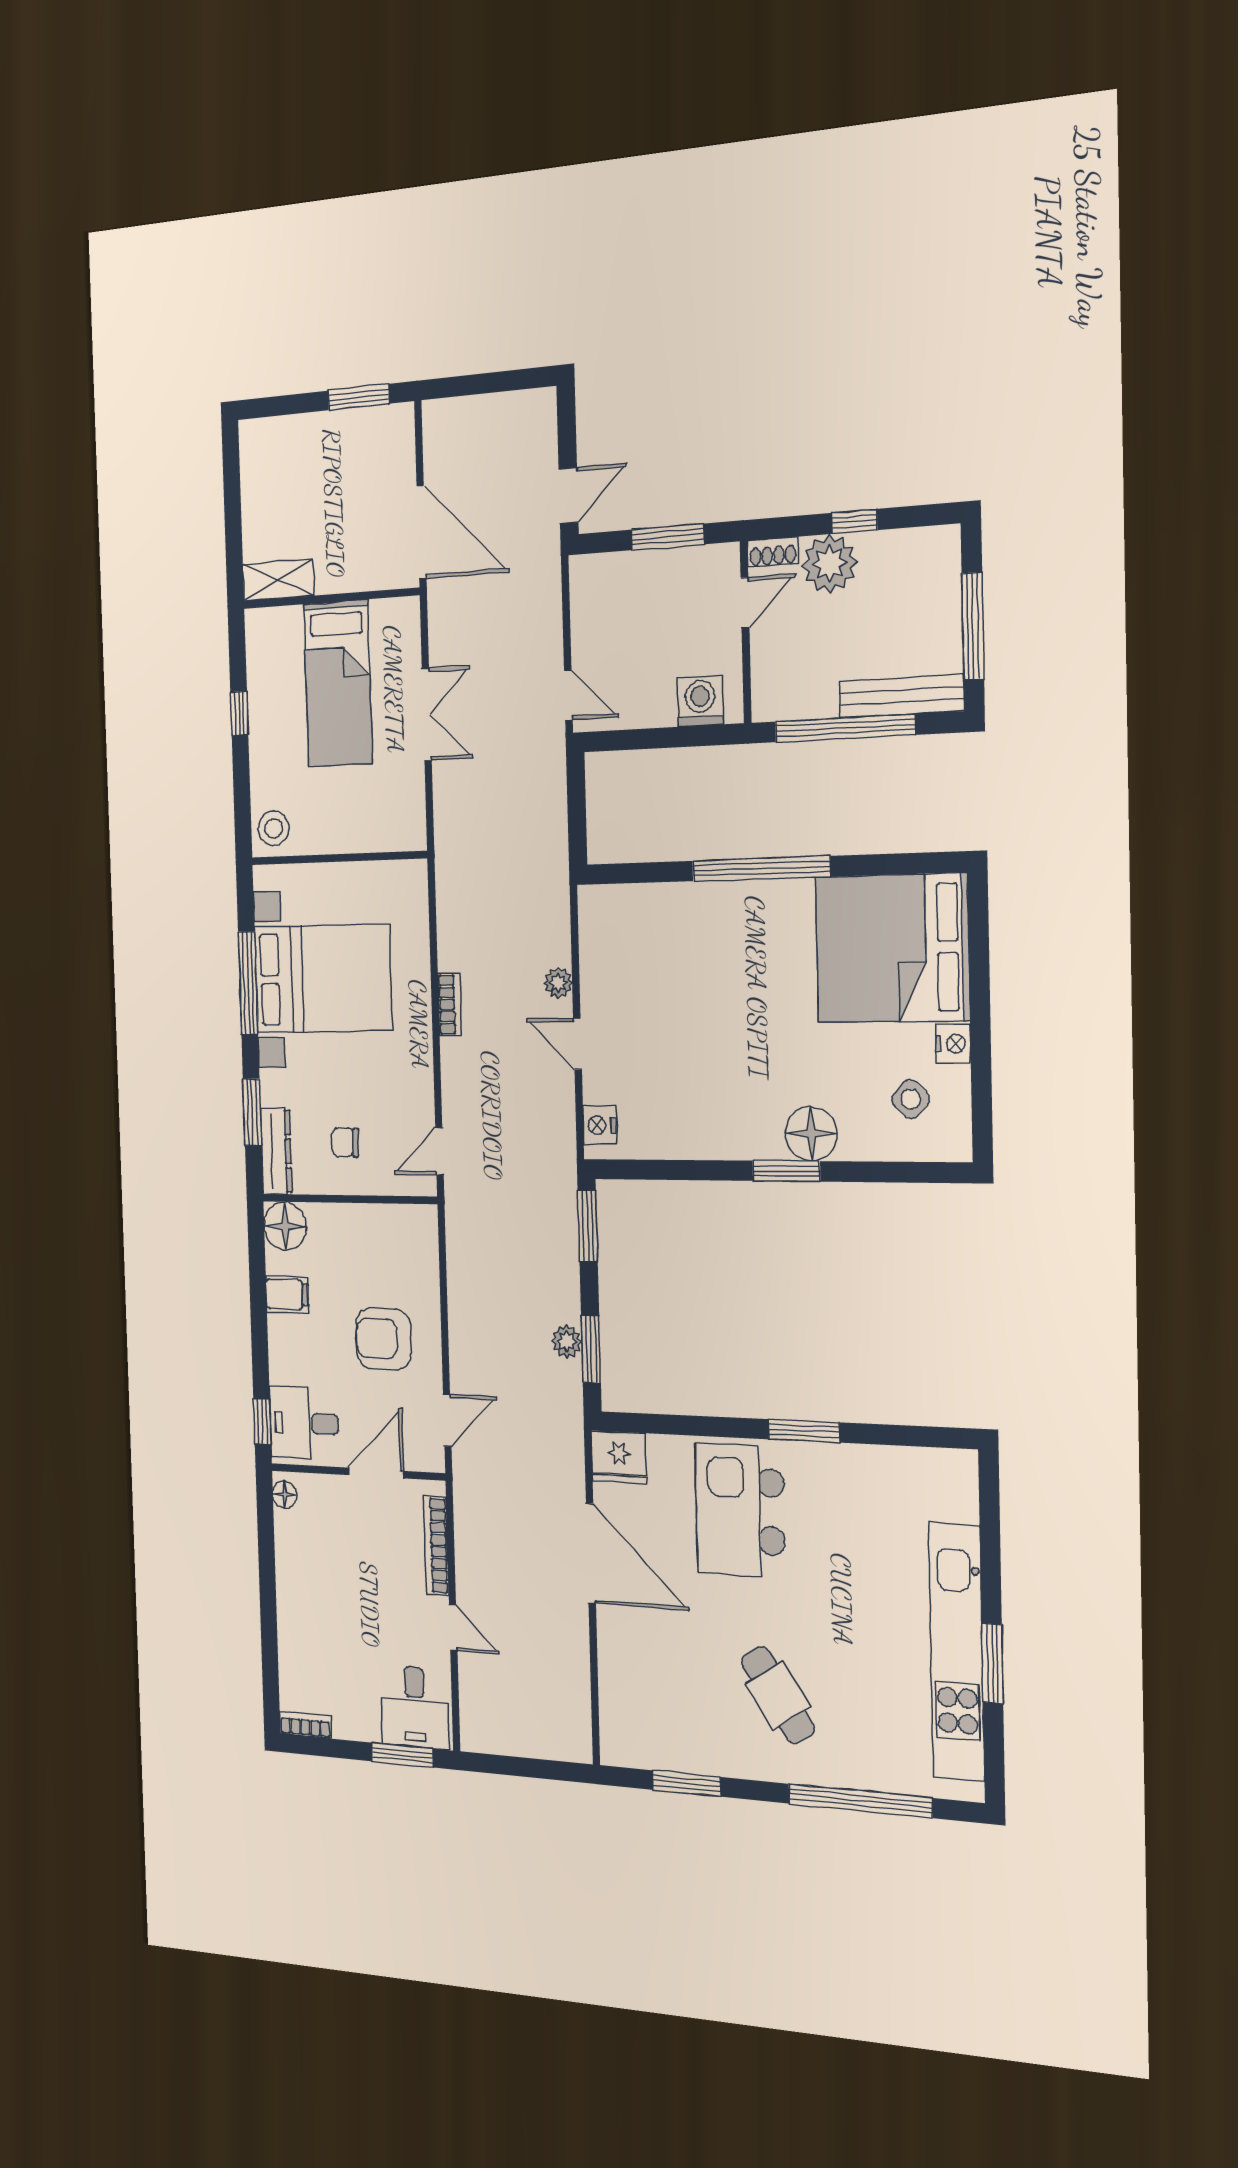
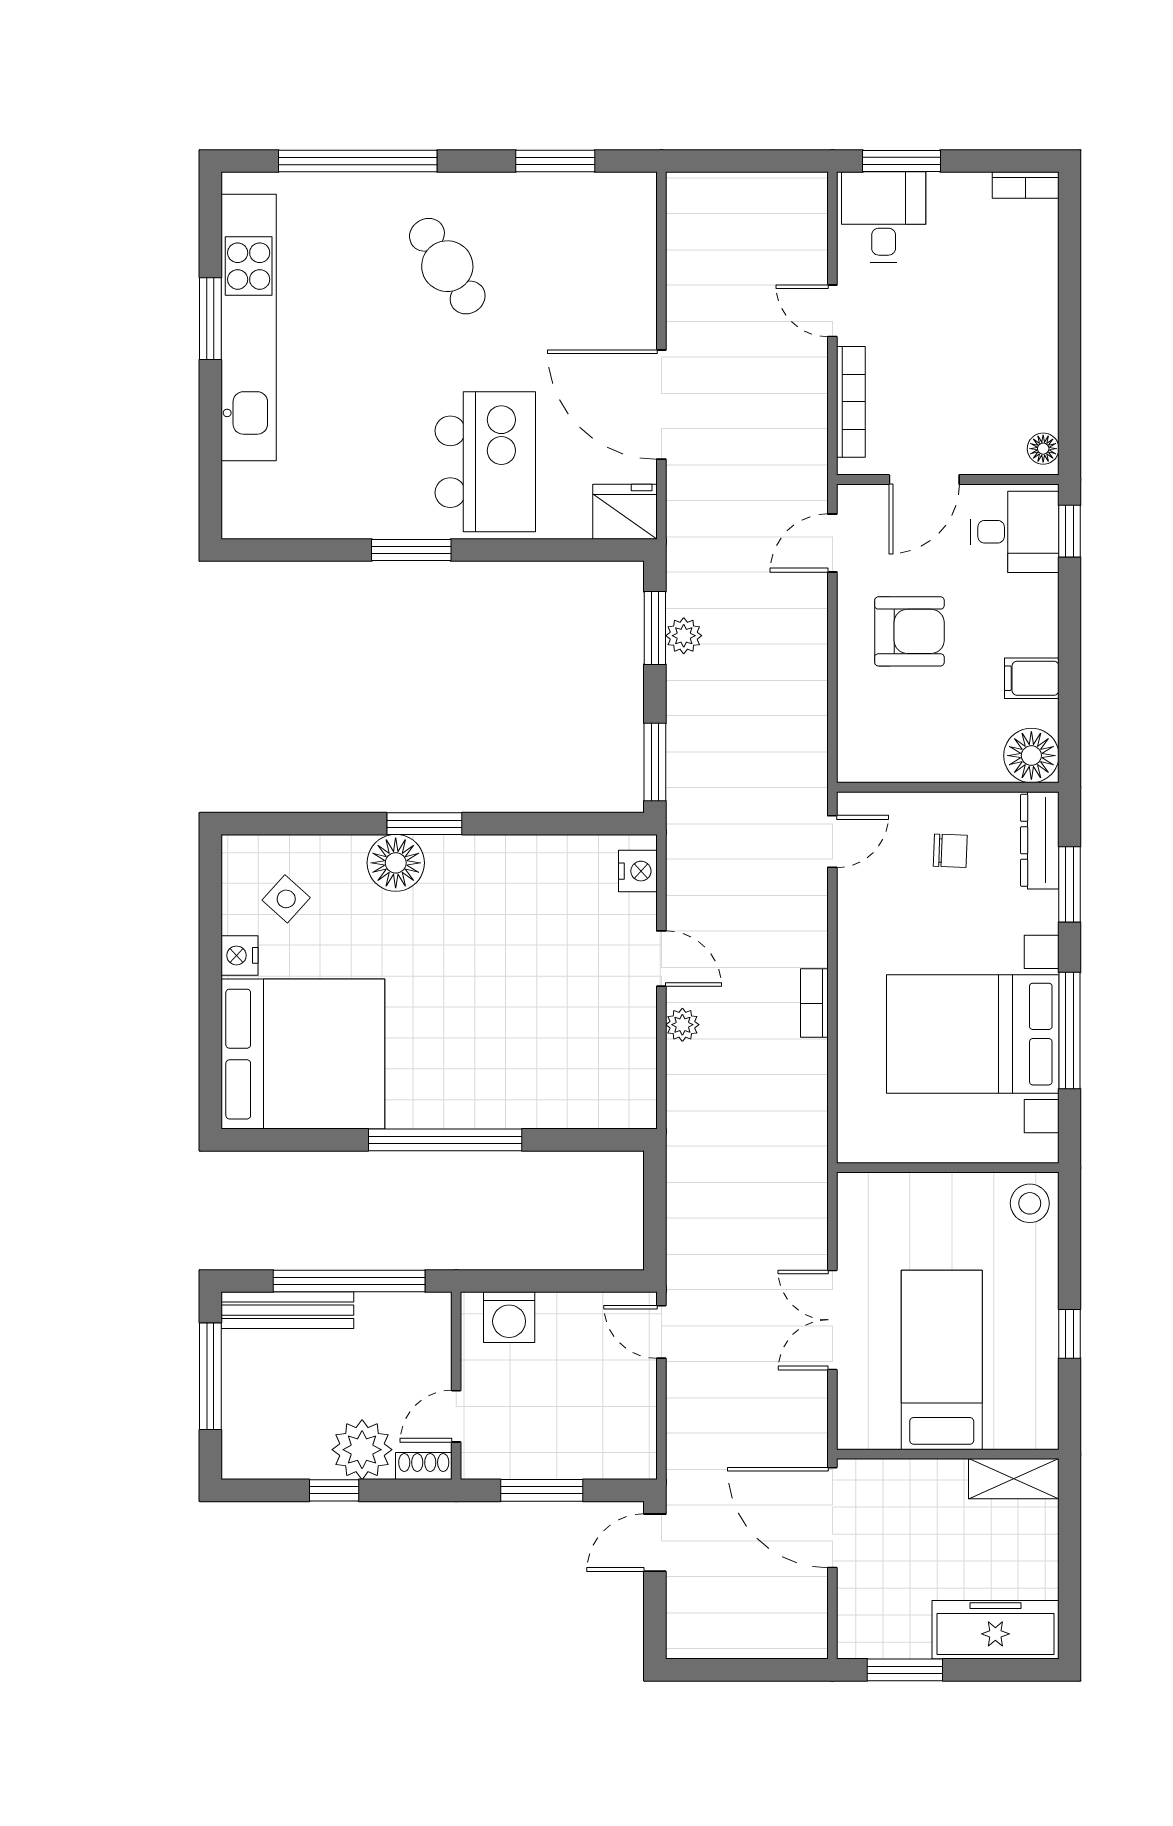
freezer: (288, 441) -> (995, 1630), added

